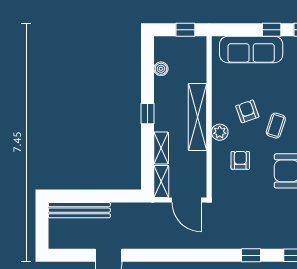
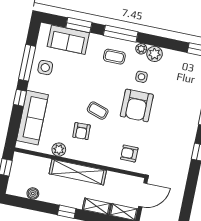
armchair: (247, 111) -> (82, 131), turned -73
plant: (220, 132) -> (59, 150), moved
armchair: (240, 160) -> (129, 153), moved

